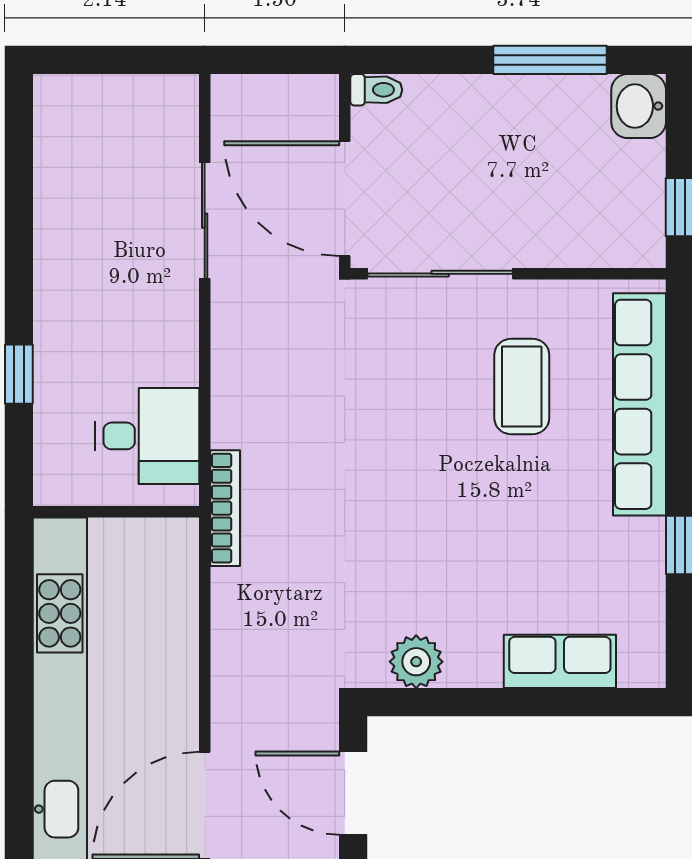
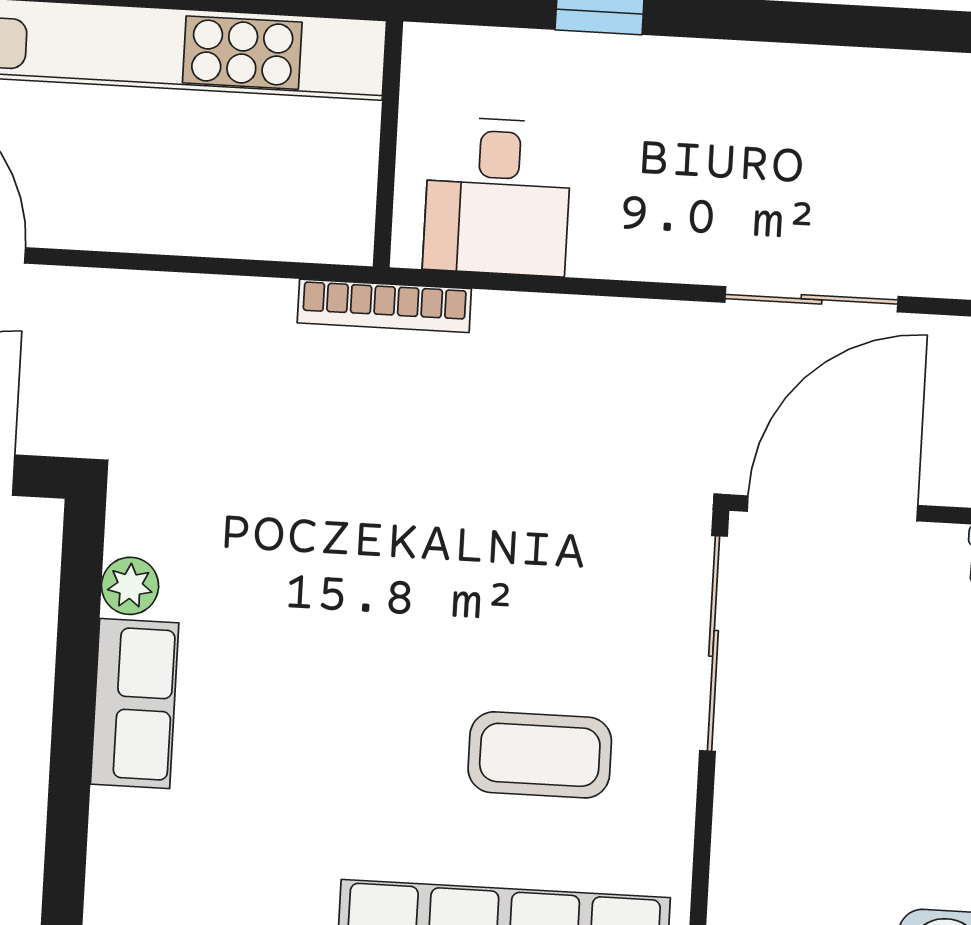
row of seats: (560, 661) -> (135, 703), moved
plant: (416, 662) -> (130, 586), width x0.73, depth x0.73

